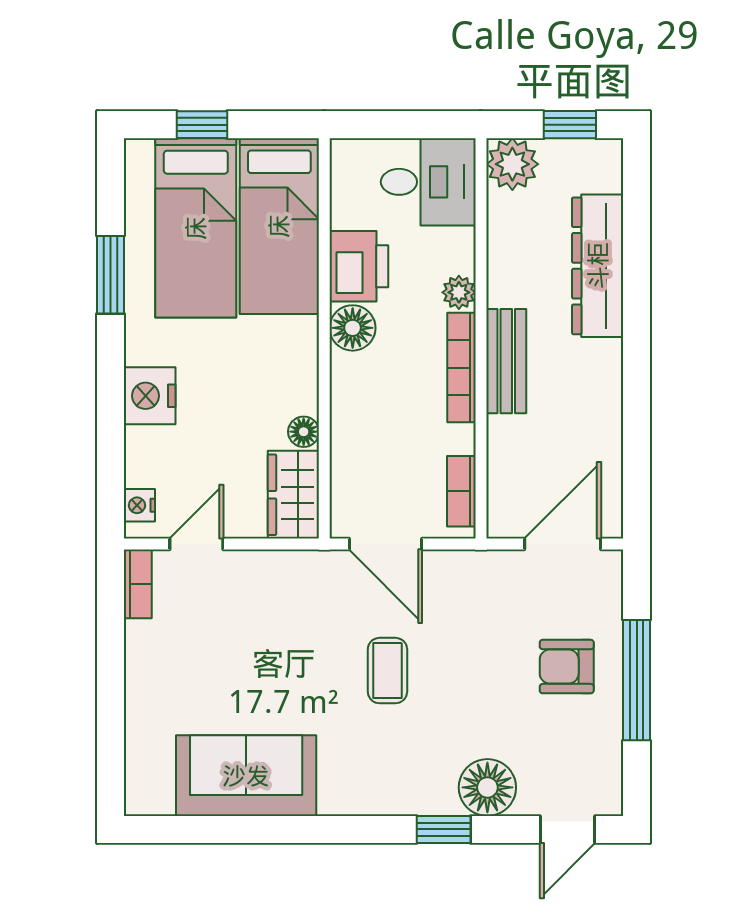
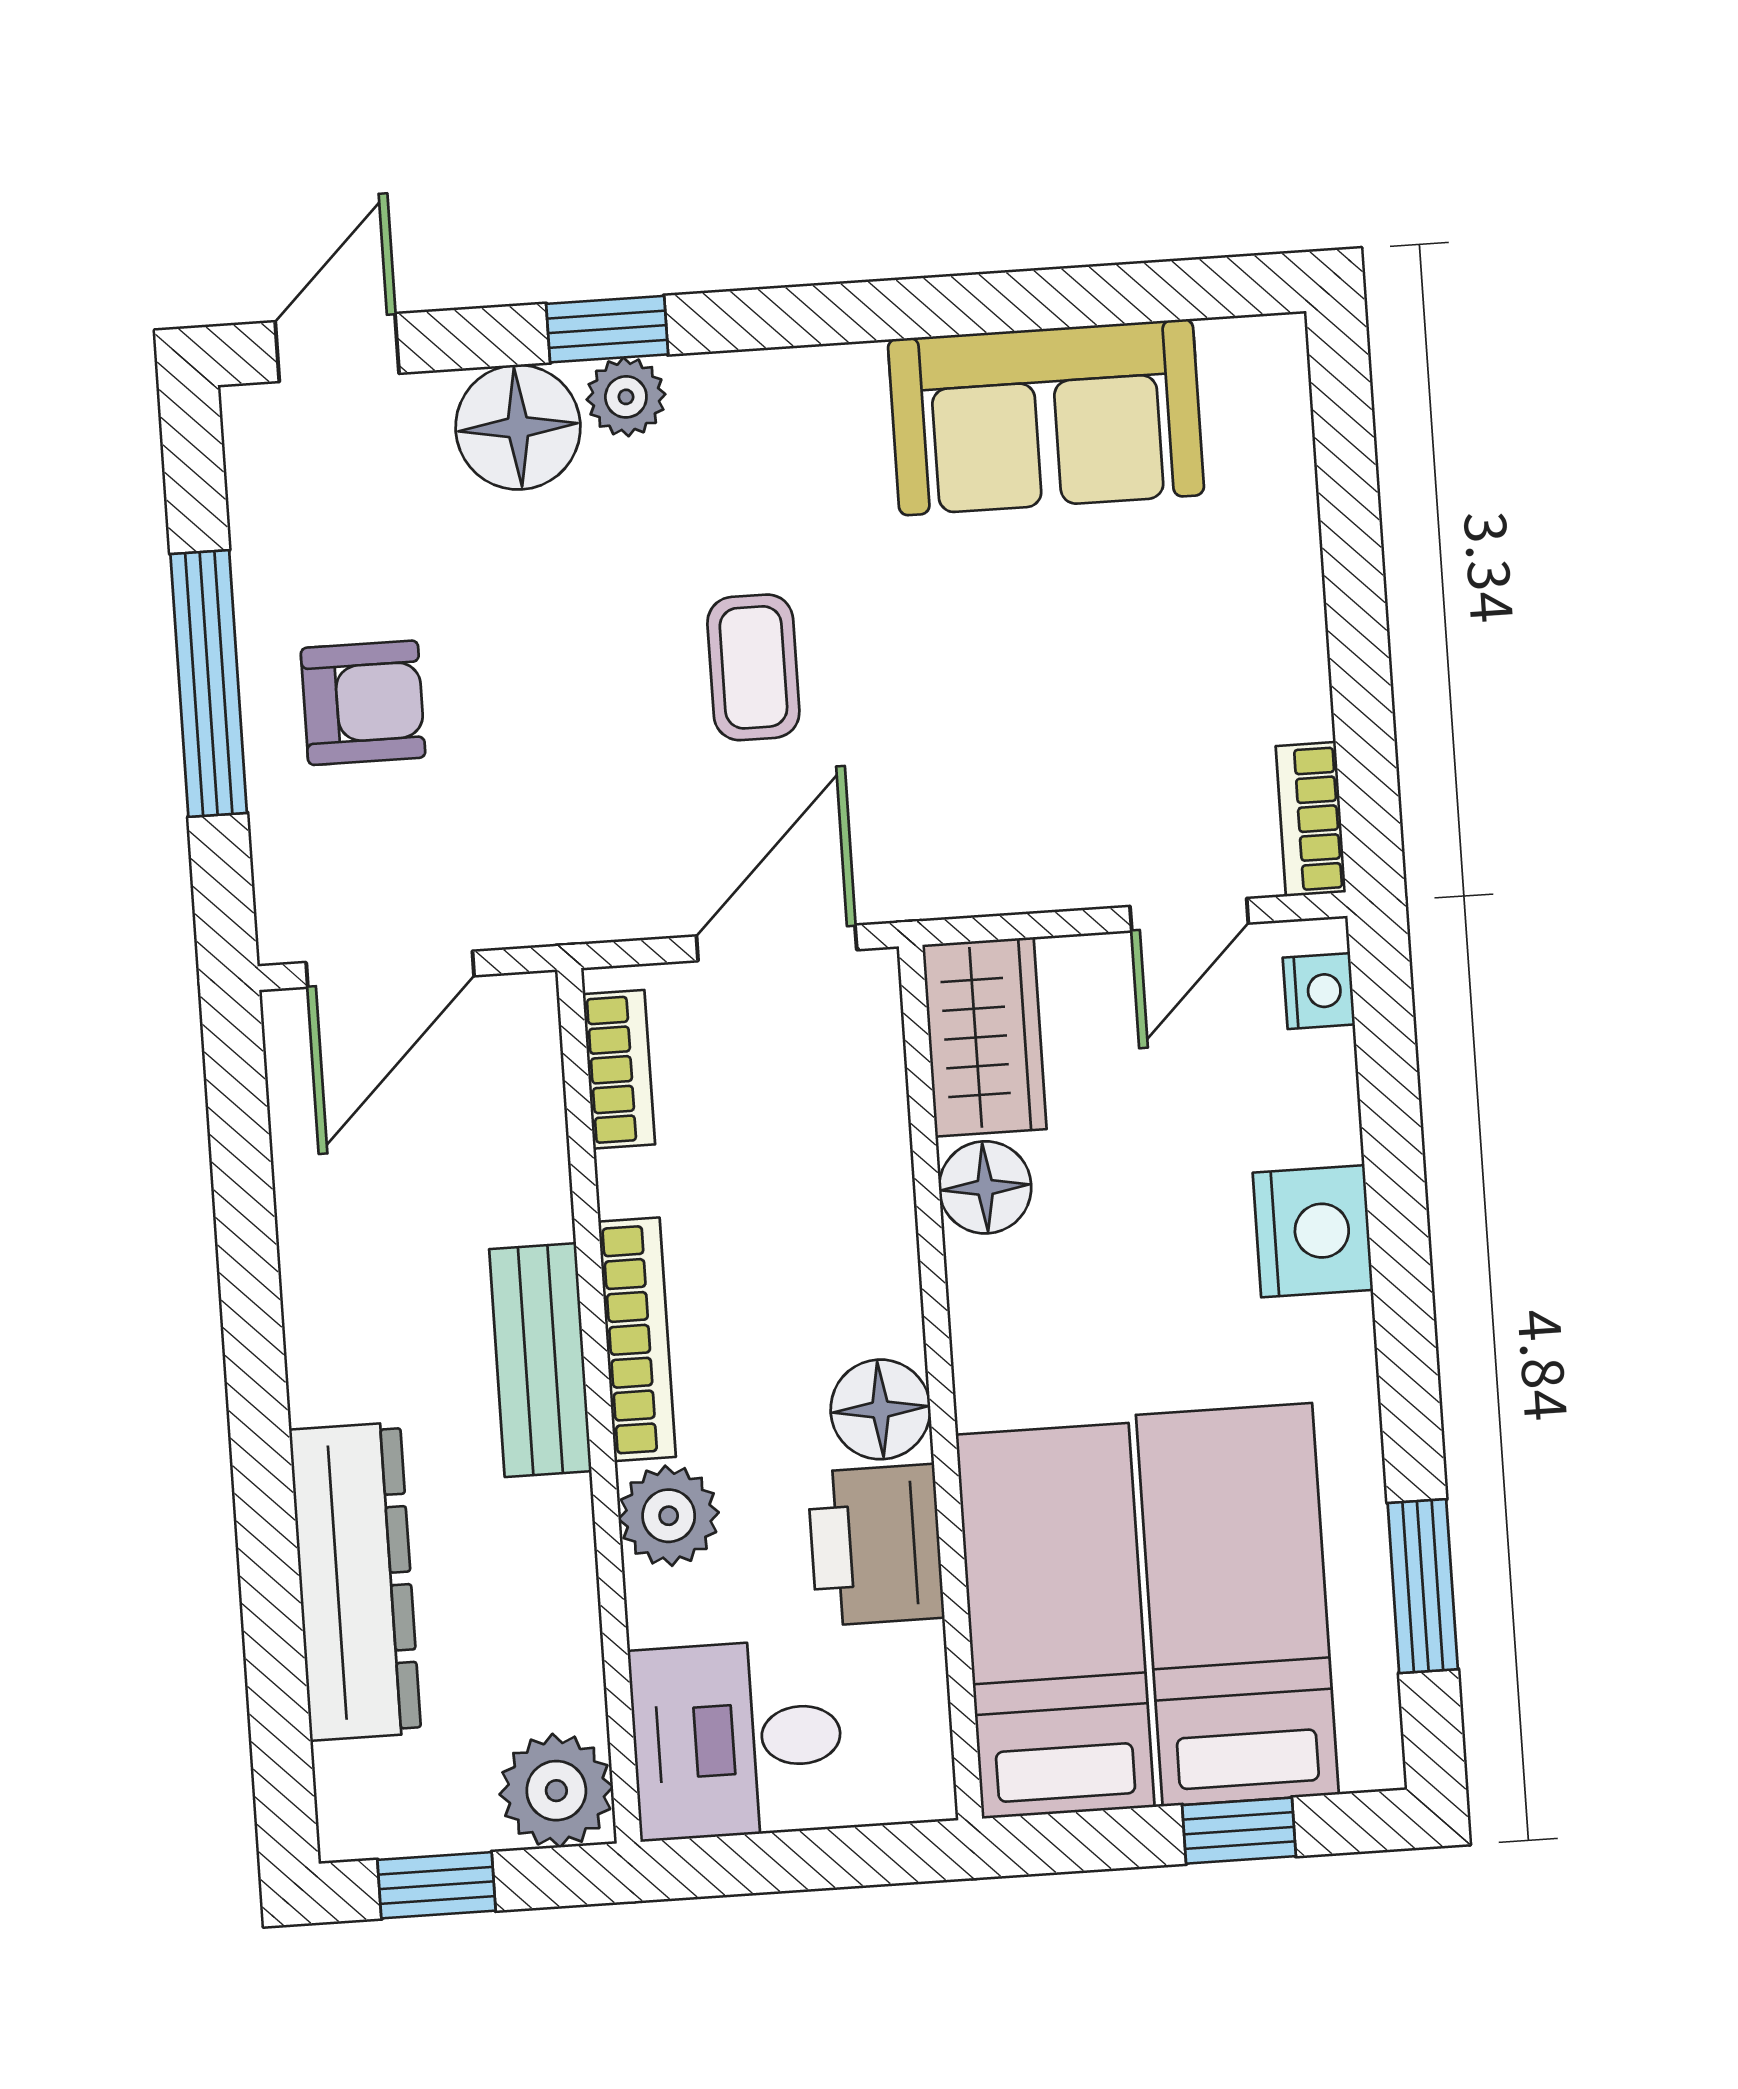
window: (111, 275) -> (1423, 1586), moved
plant: (459, 292) -> (669, 1516), width x1.38, depth x1.38
floor lamp: (304, 432) -> (985, 1187), width x1.37, depth x1.37
door: (385, 544) -> (777, 943), hinge flipped
plant: (437, 798) -> (626, 397), added

